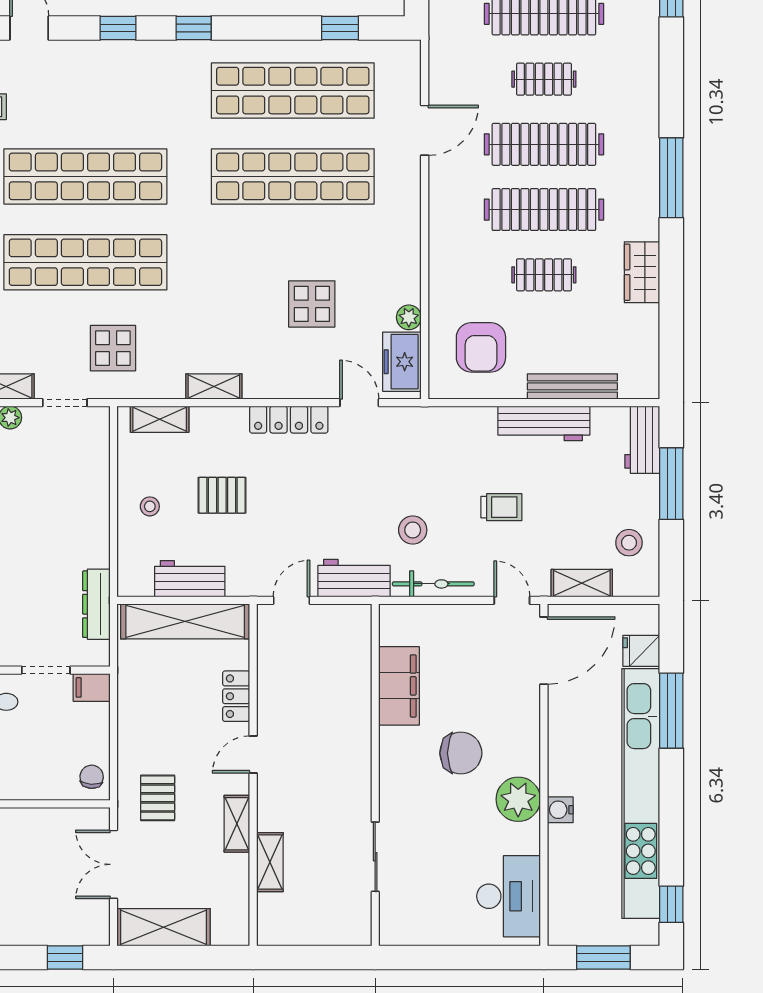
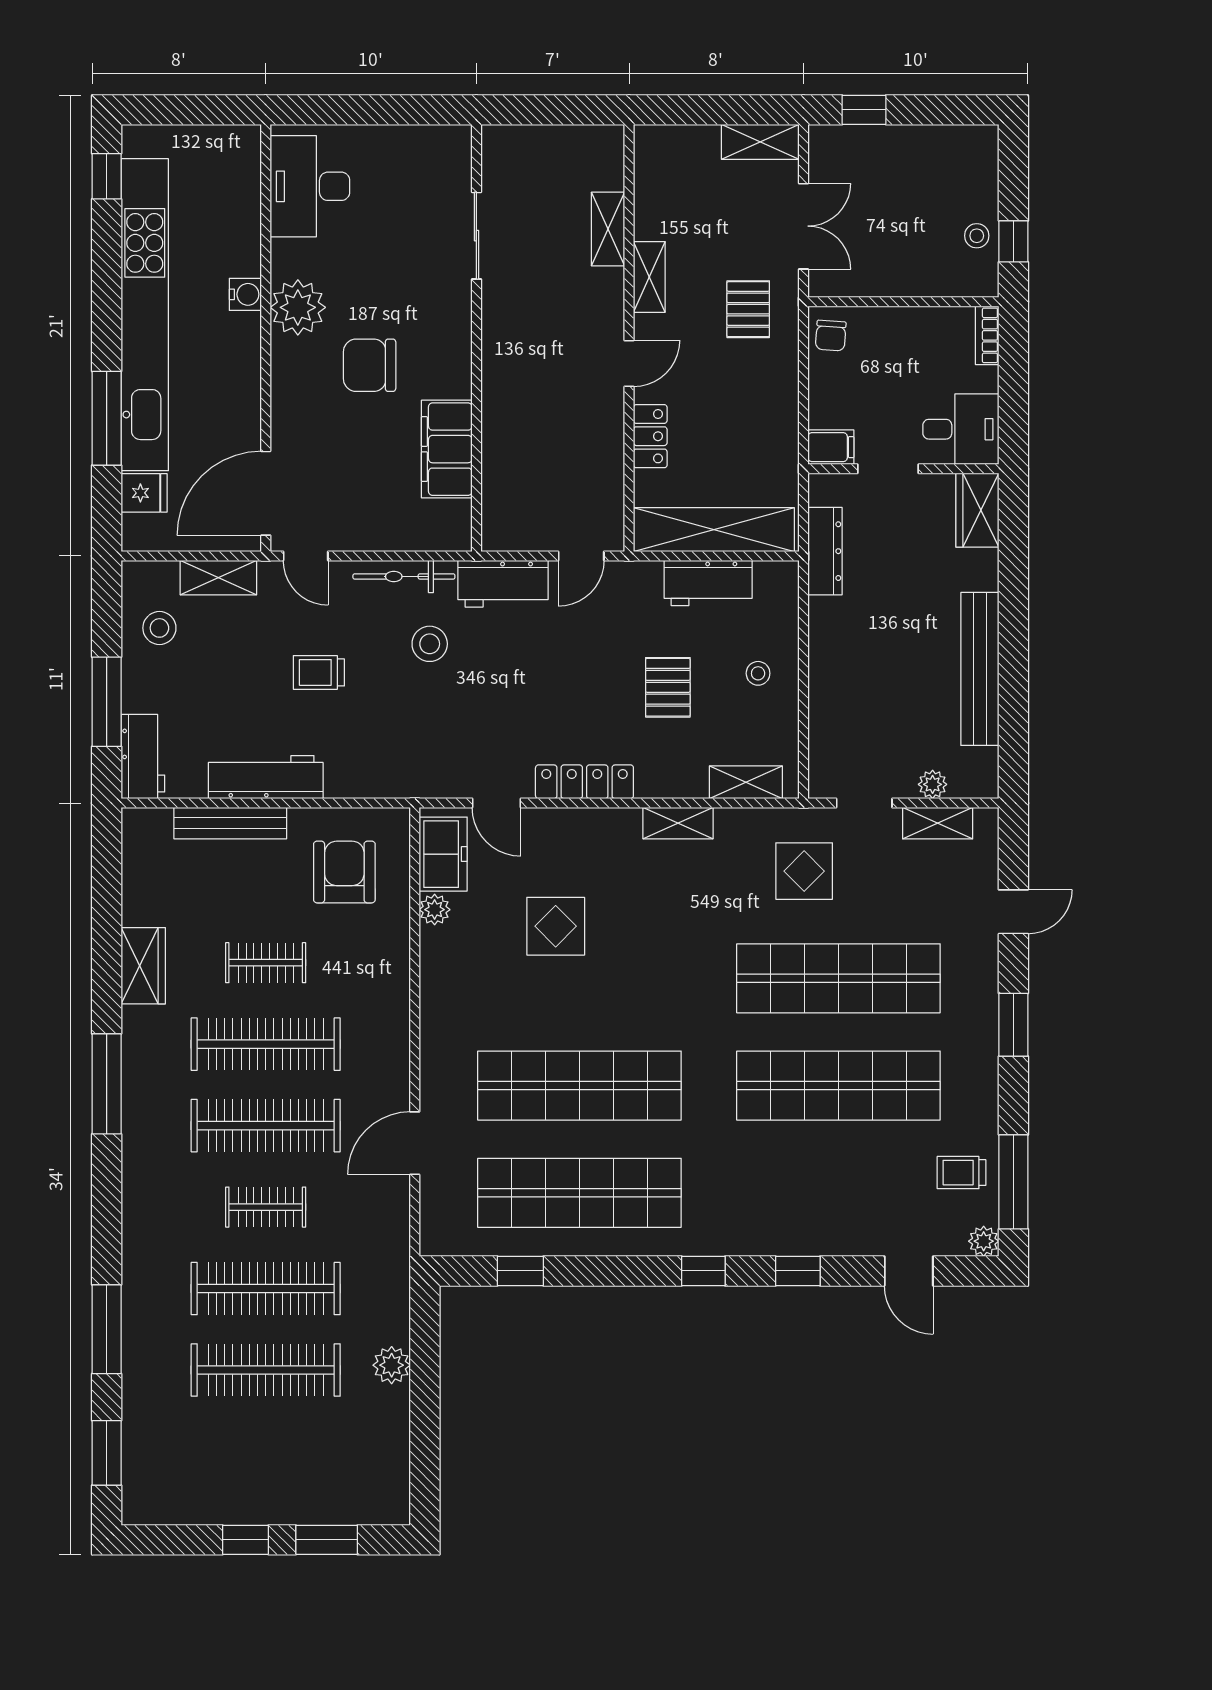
pallet: (222, 495) -> (668, 687), turned 90
shelving: (164, 927) -> (760, 142), width x0.67, depth x0.75
window: (603, 957) -> (192, 110), removed

